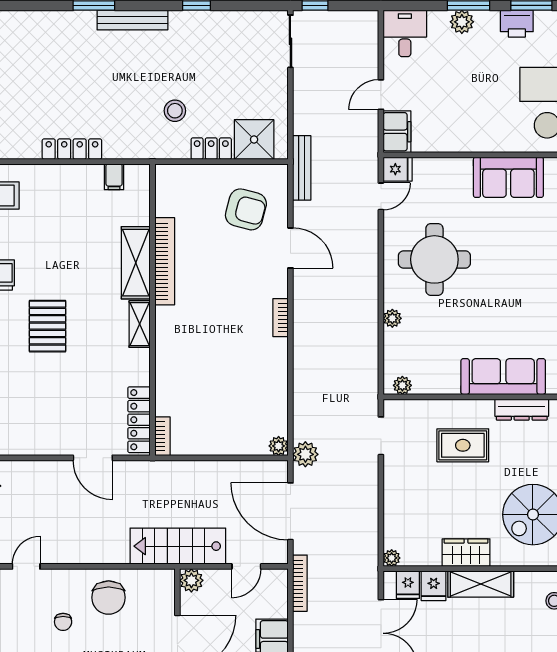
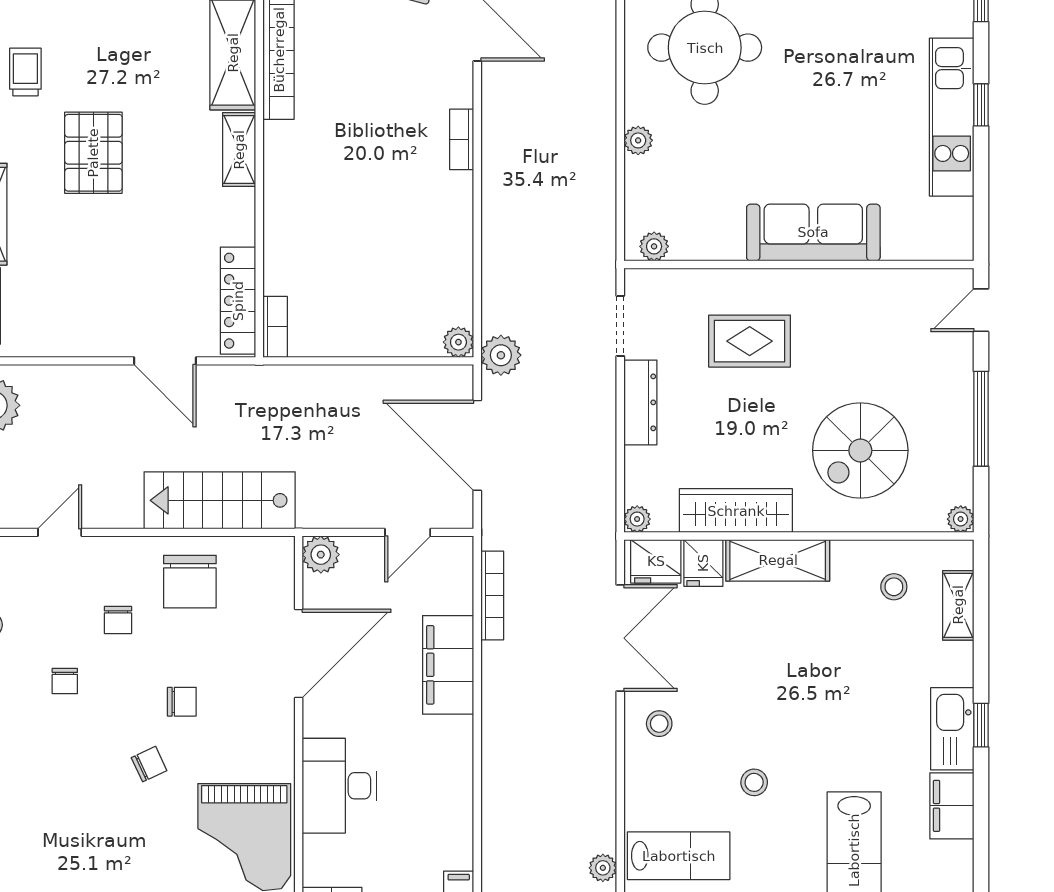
dresser: (522, 410) -> (640, 402), moved, turned -90
stairs: (178, 546) -> (220, 500), moved
wardrobe: (466, 553) -> (736, 511), width x1.50
bookcase: (300, 583) -> (492, 596), moved
fridge: (408, 585) -> (656, 561), width x1.38

